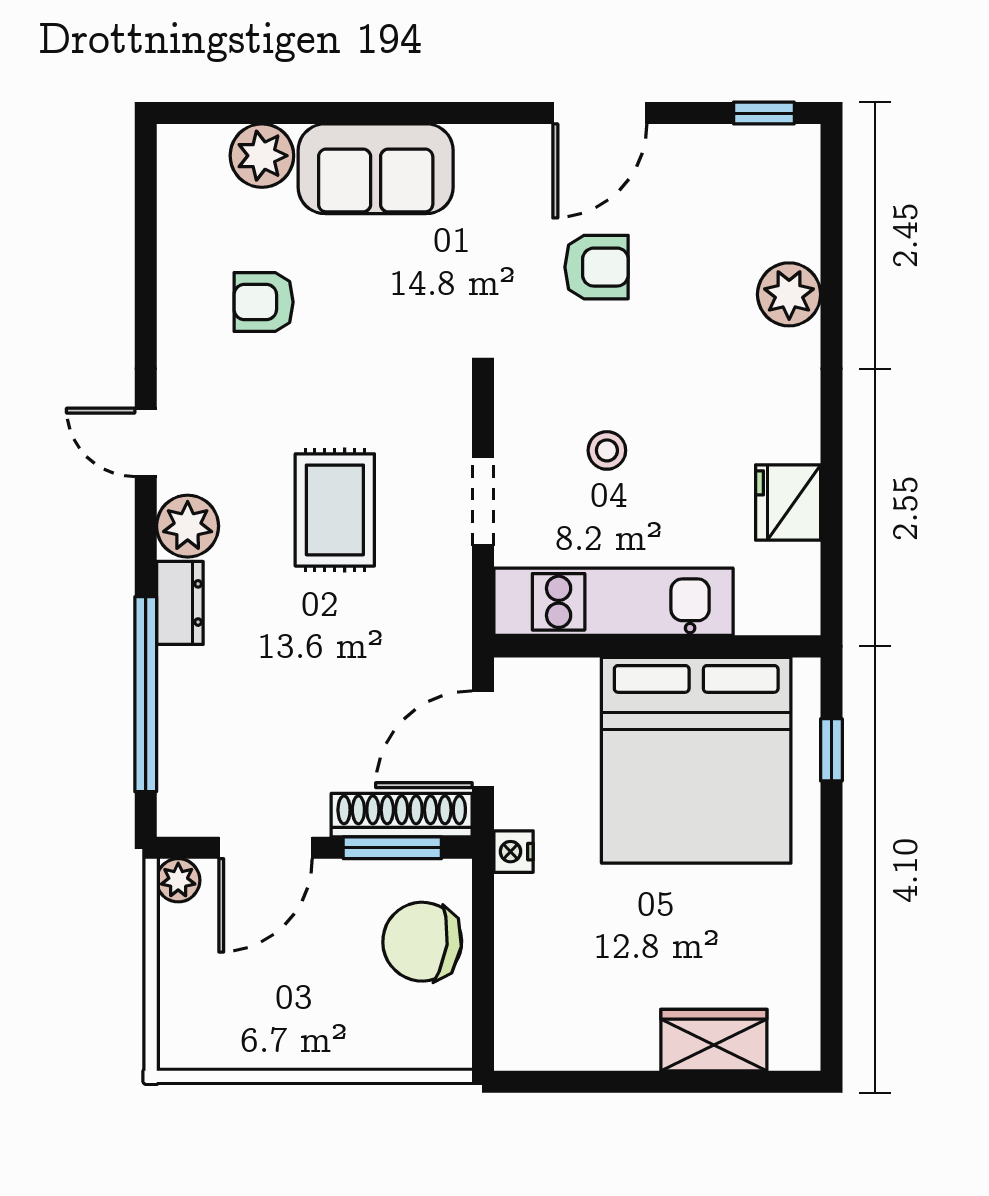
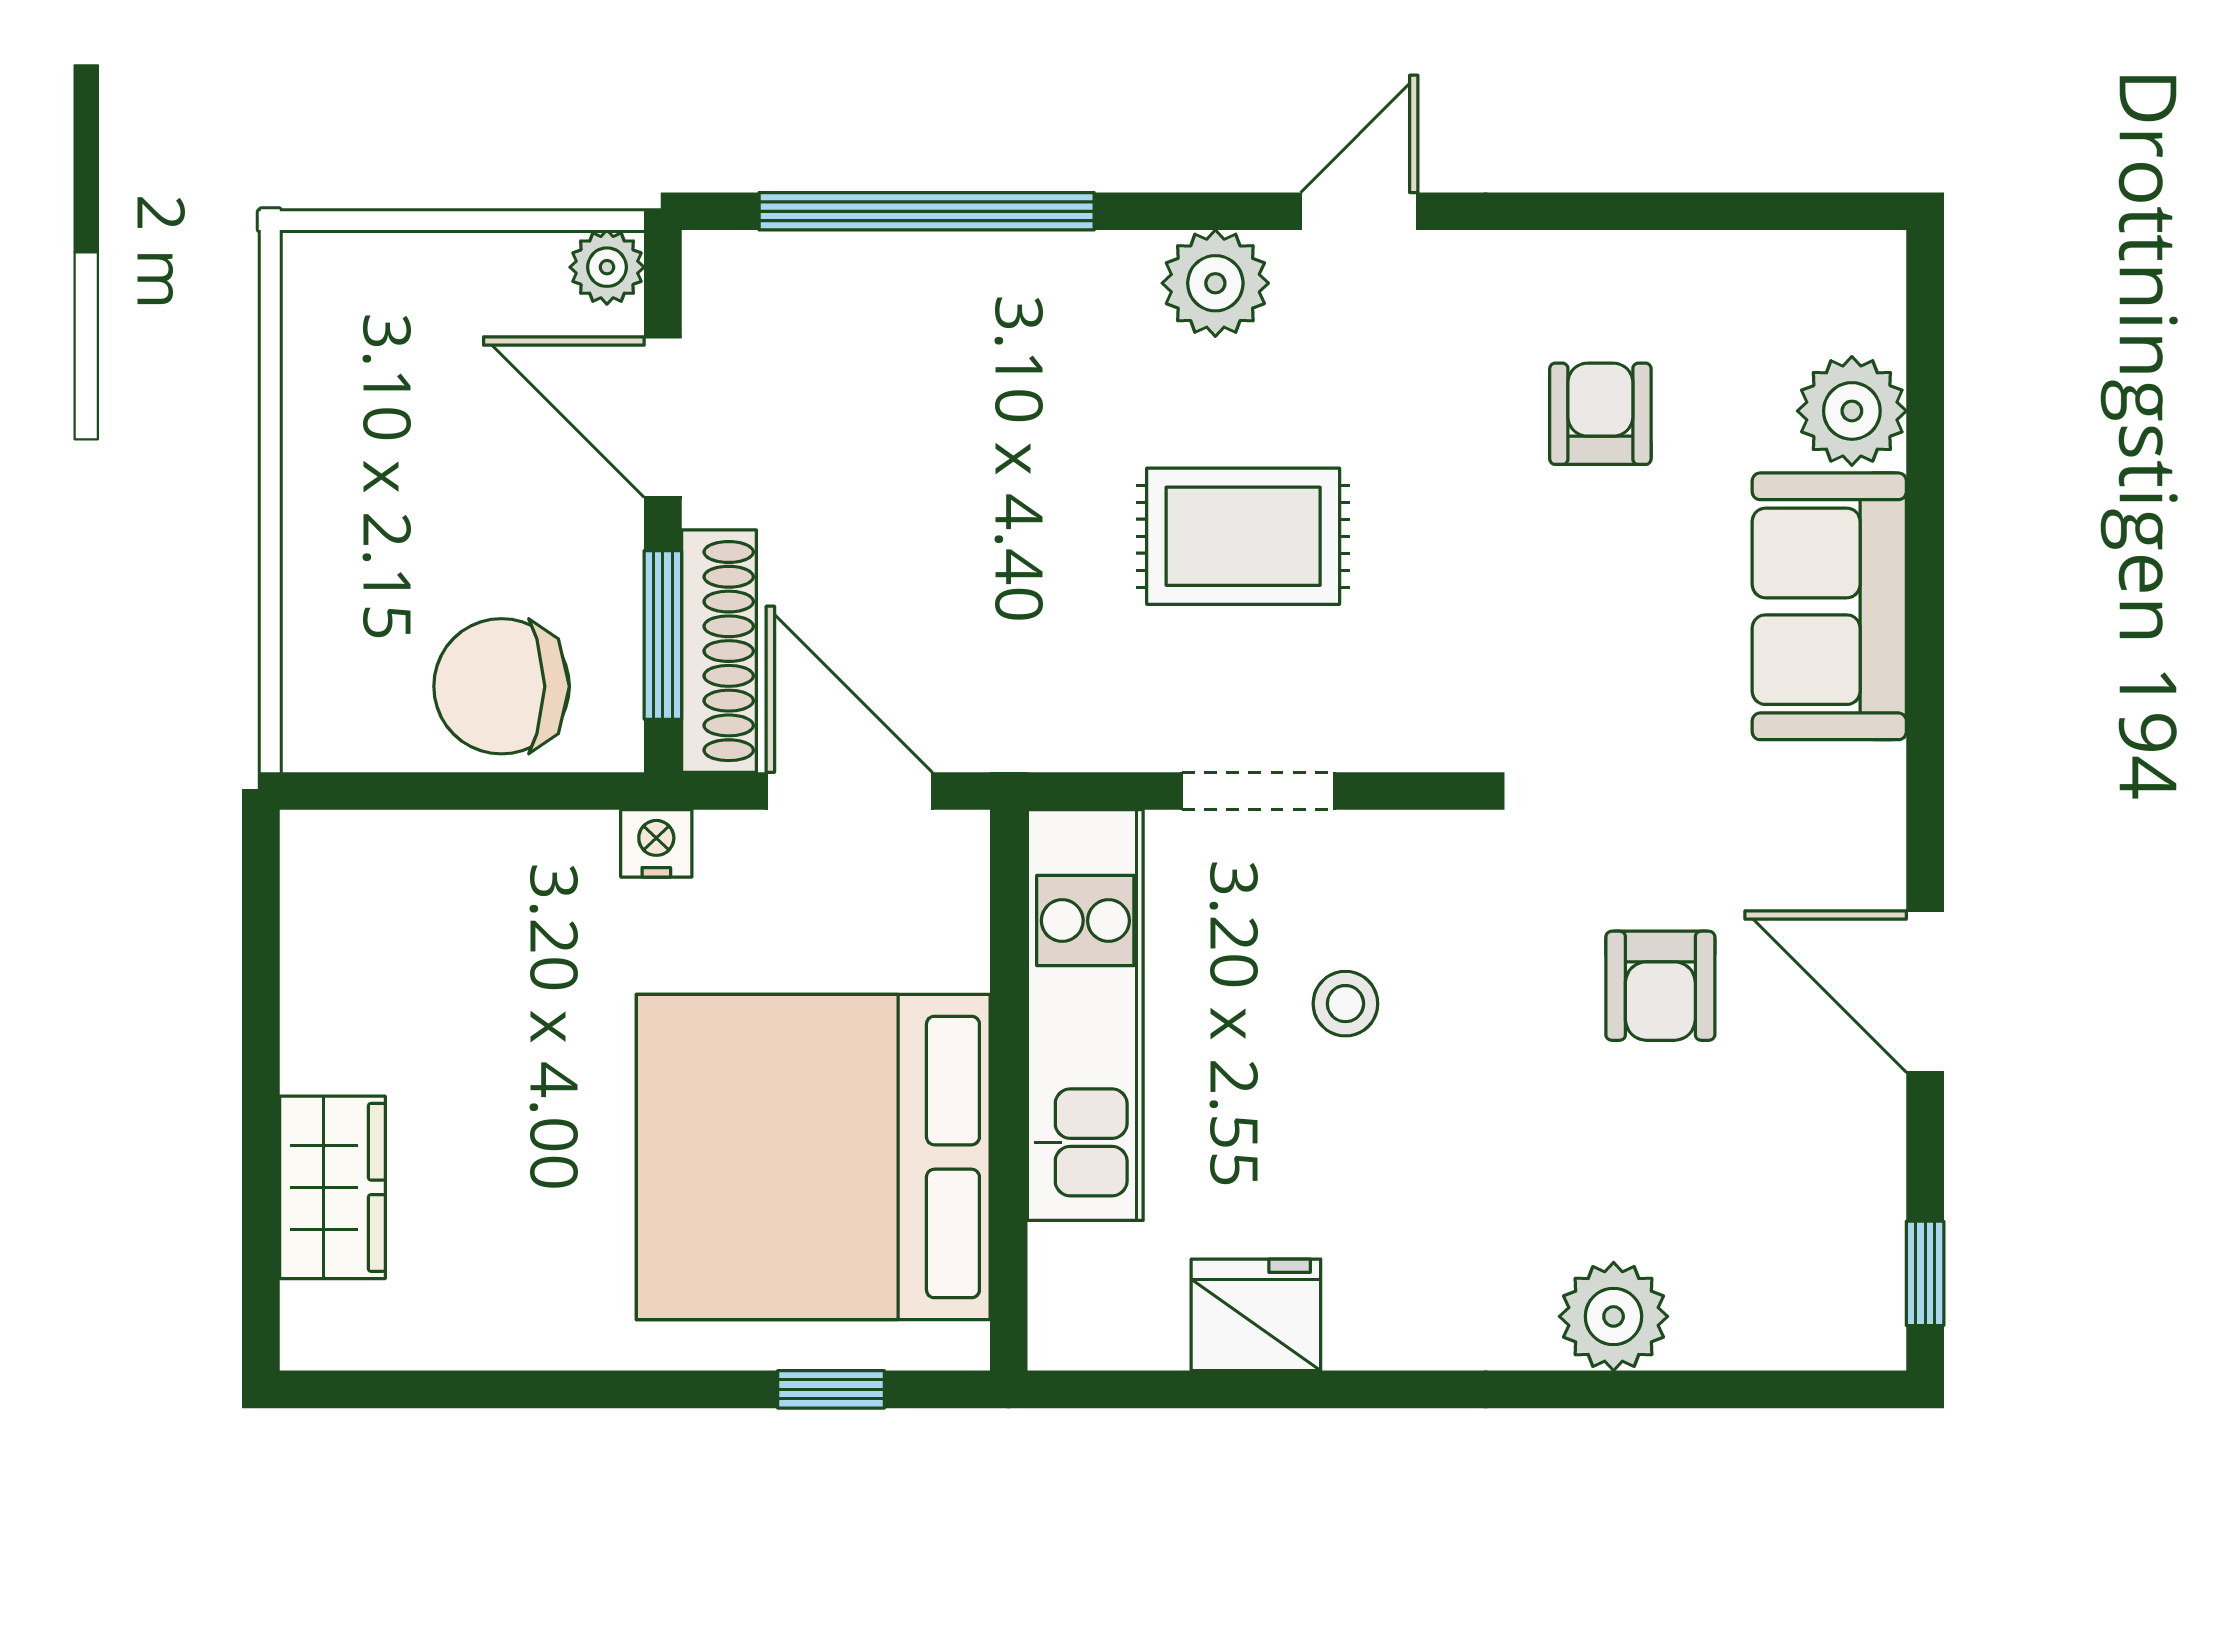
dresser: (180, 603) -> (1083, 270), removed
chair: (422, 942) -> (502, 686), turned -97

